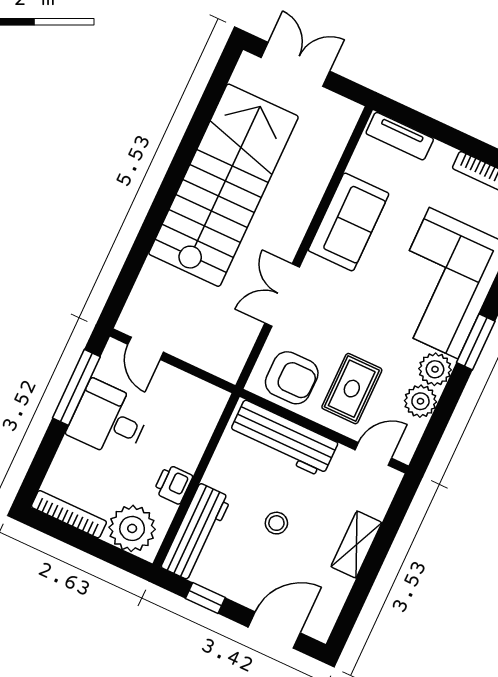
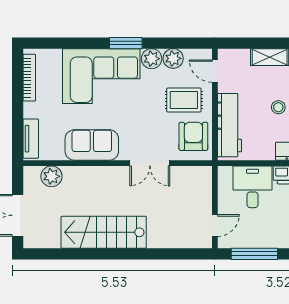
plant: (330, 141) -> (51, 176), added
stairs: (223, 185) -> (104, 232), width x0.73, depth x0.66
desk: (109, 420) -> (252, 187), moved, turned 180

